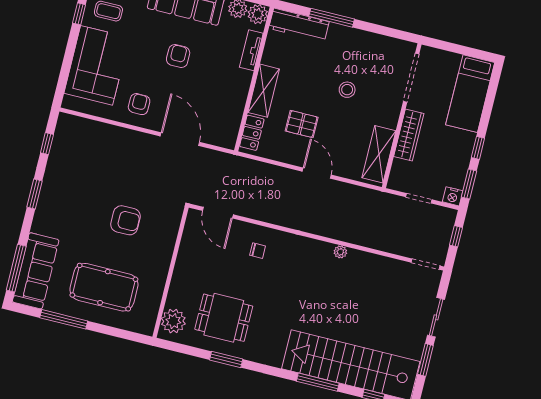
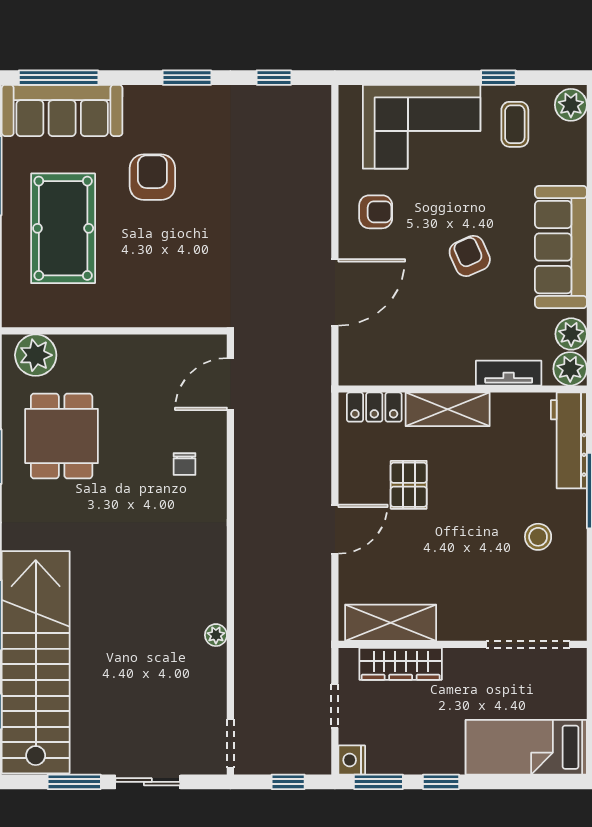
armchair: (178, 56) -> (470, 256), turned -114
stool: (347, 90) -> (538, 537), moved
wardrobe: (409, 135) -> (401, 664), moved
armchair: (125, 220) -> (152, 177), moved, turned 180
plant: (340, 252) -> (216, 635), moved

